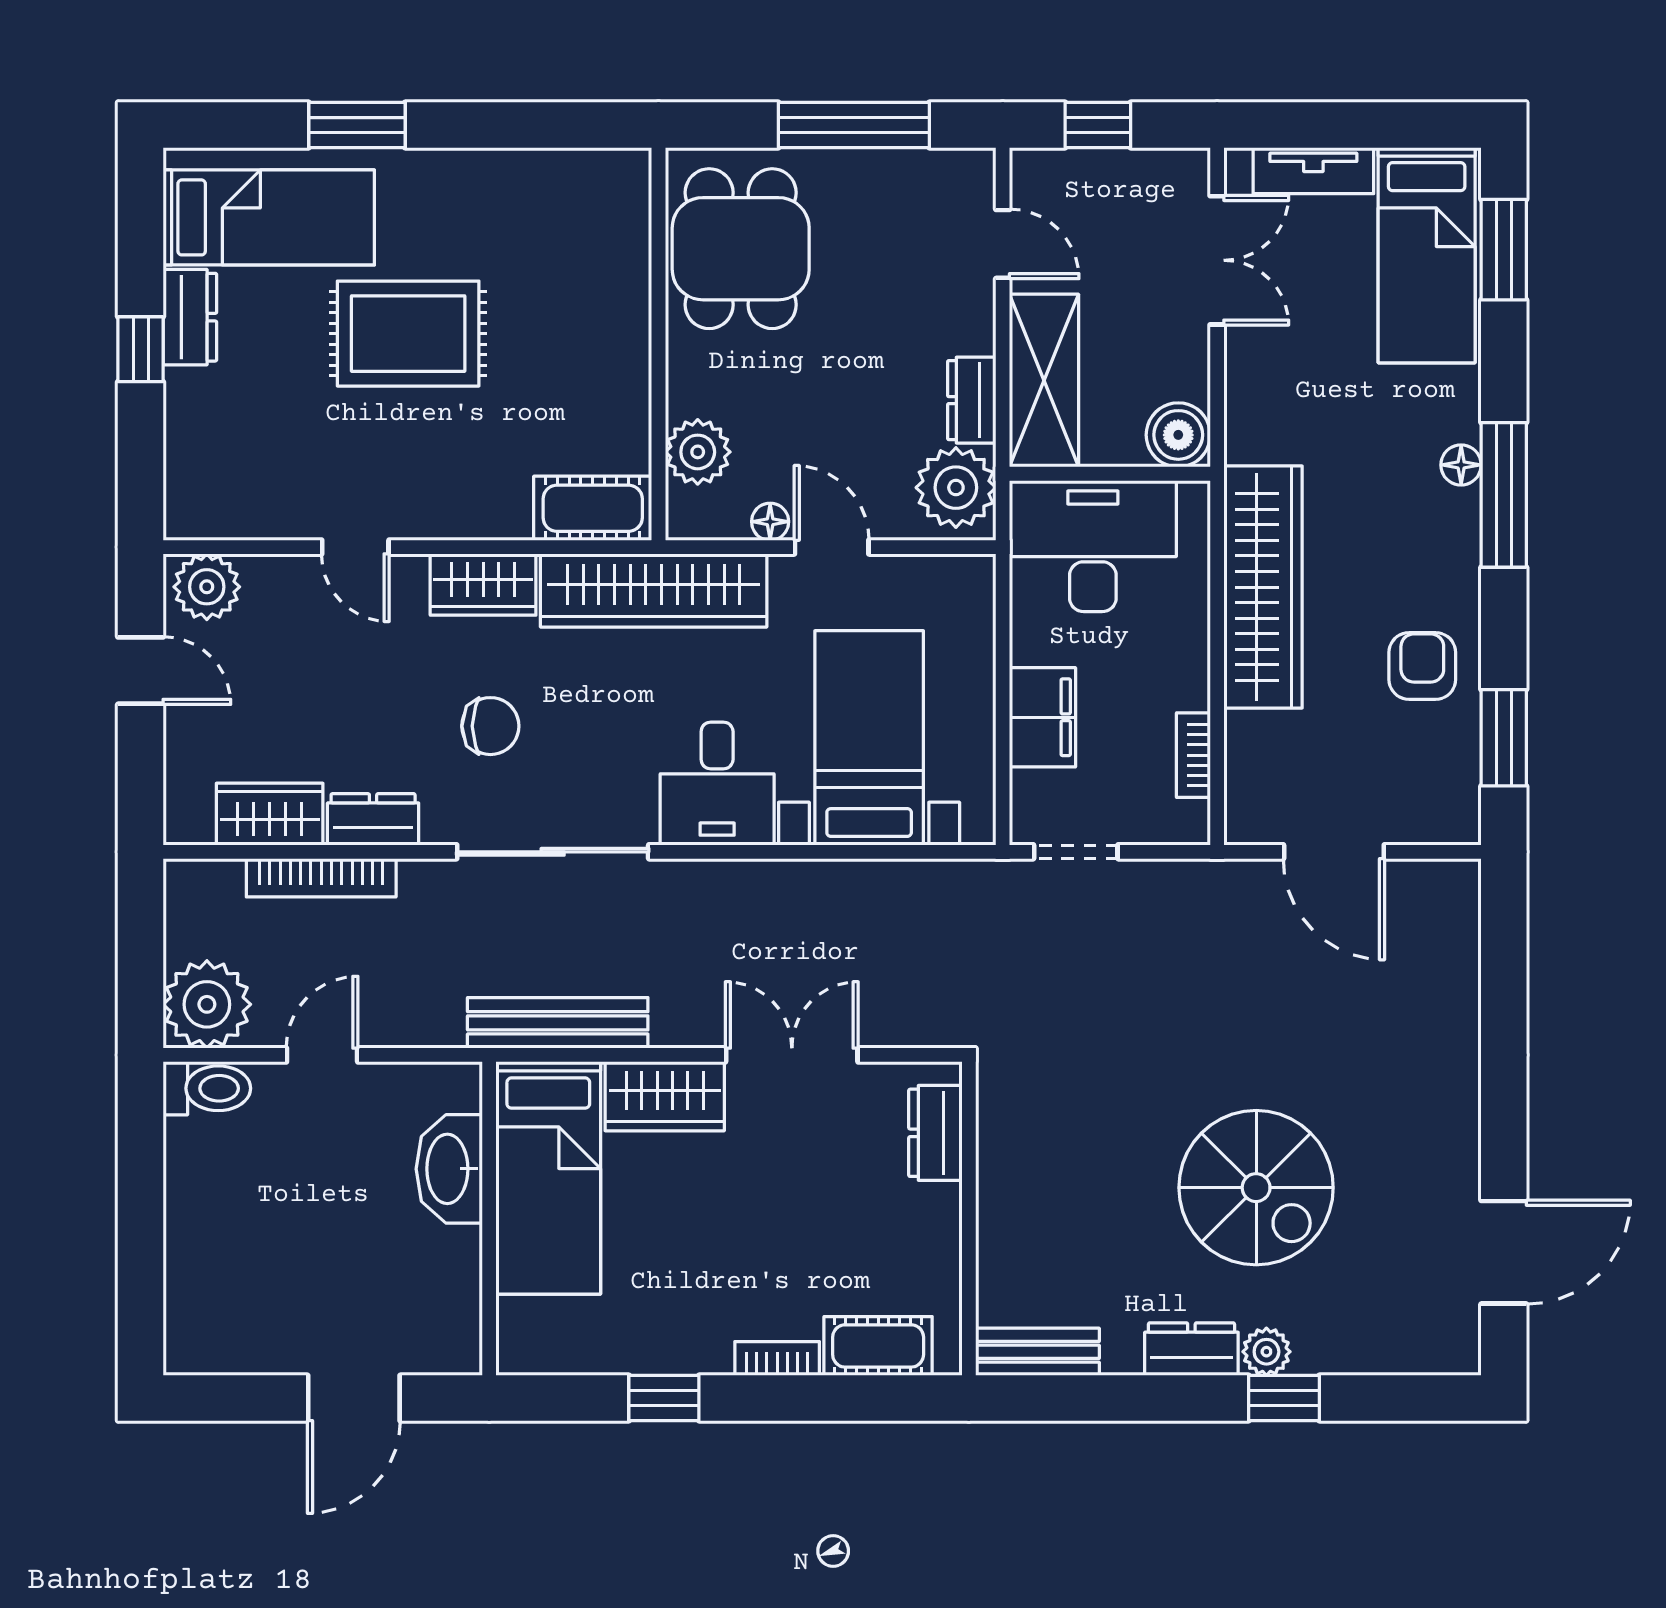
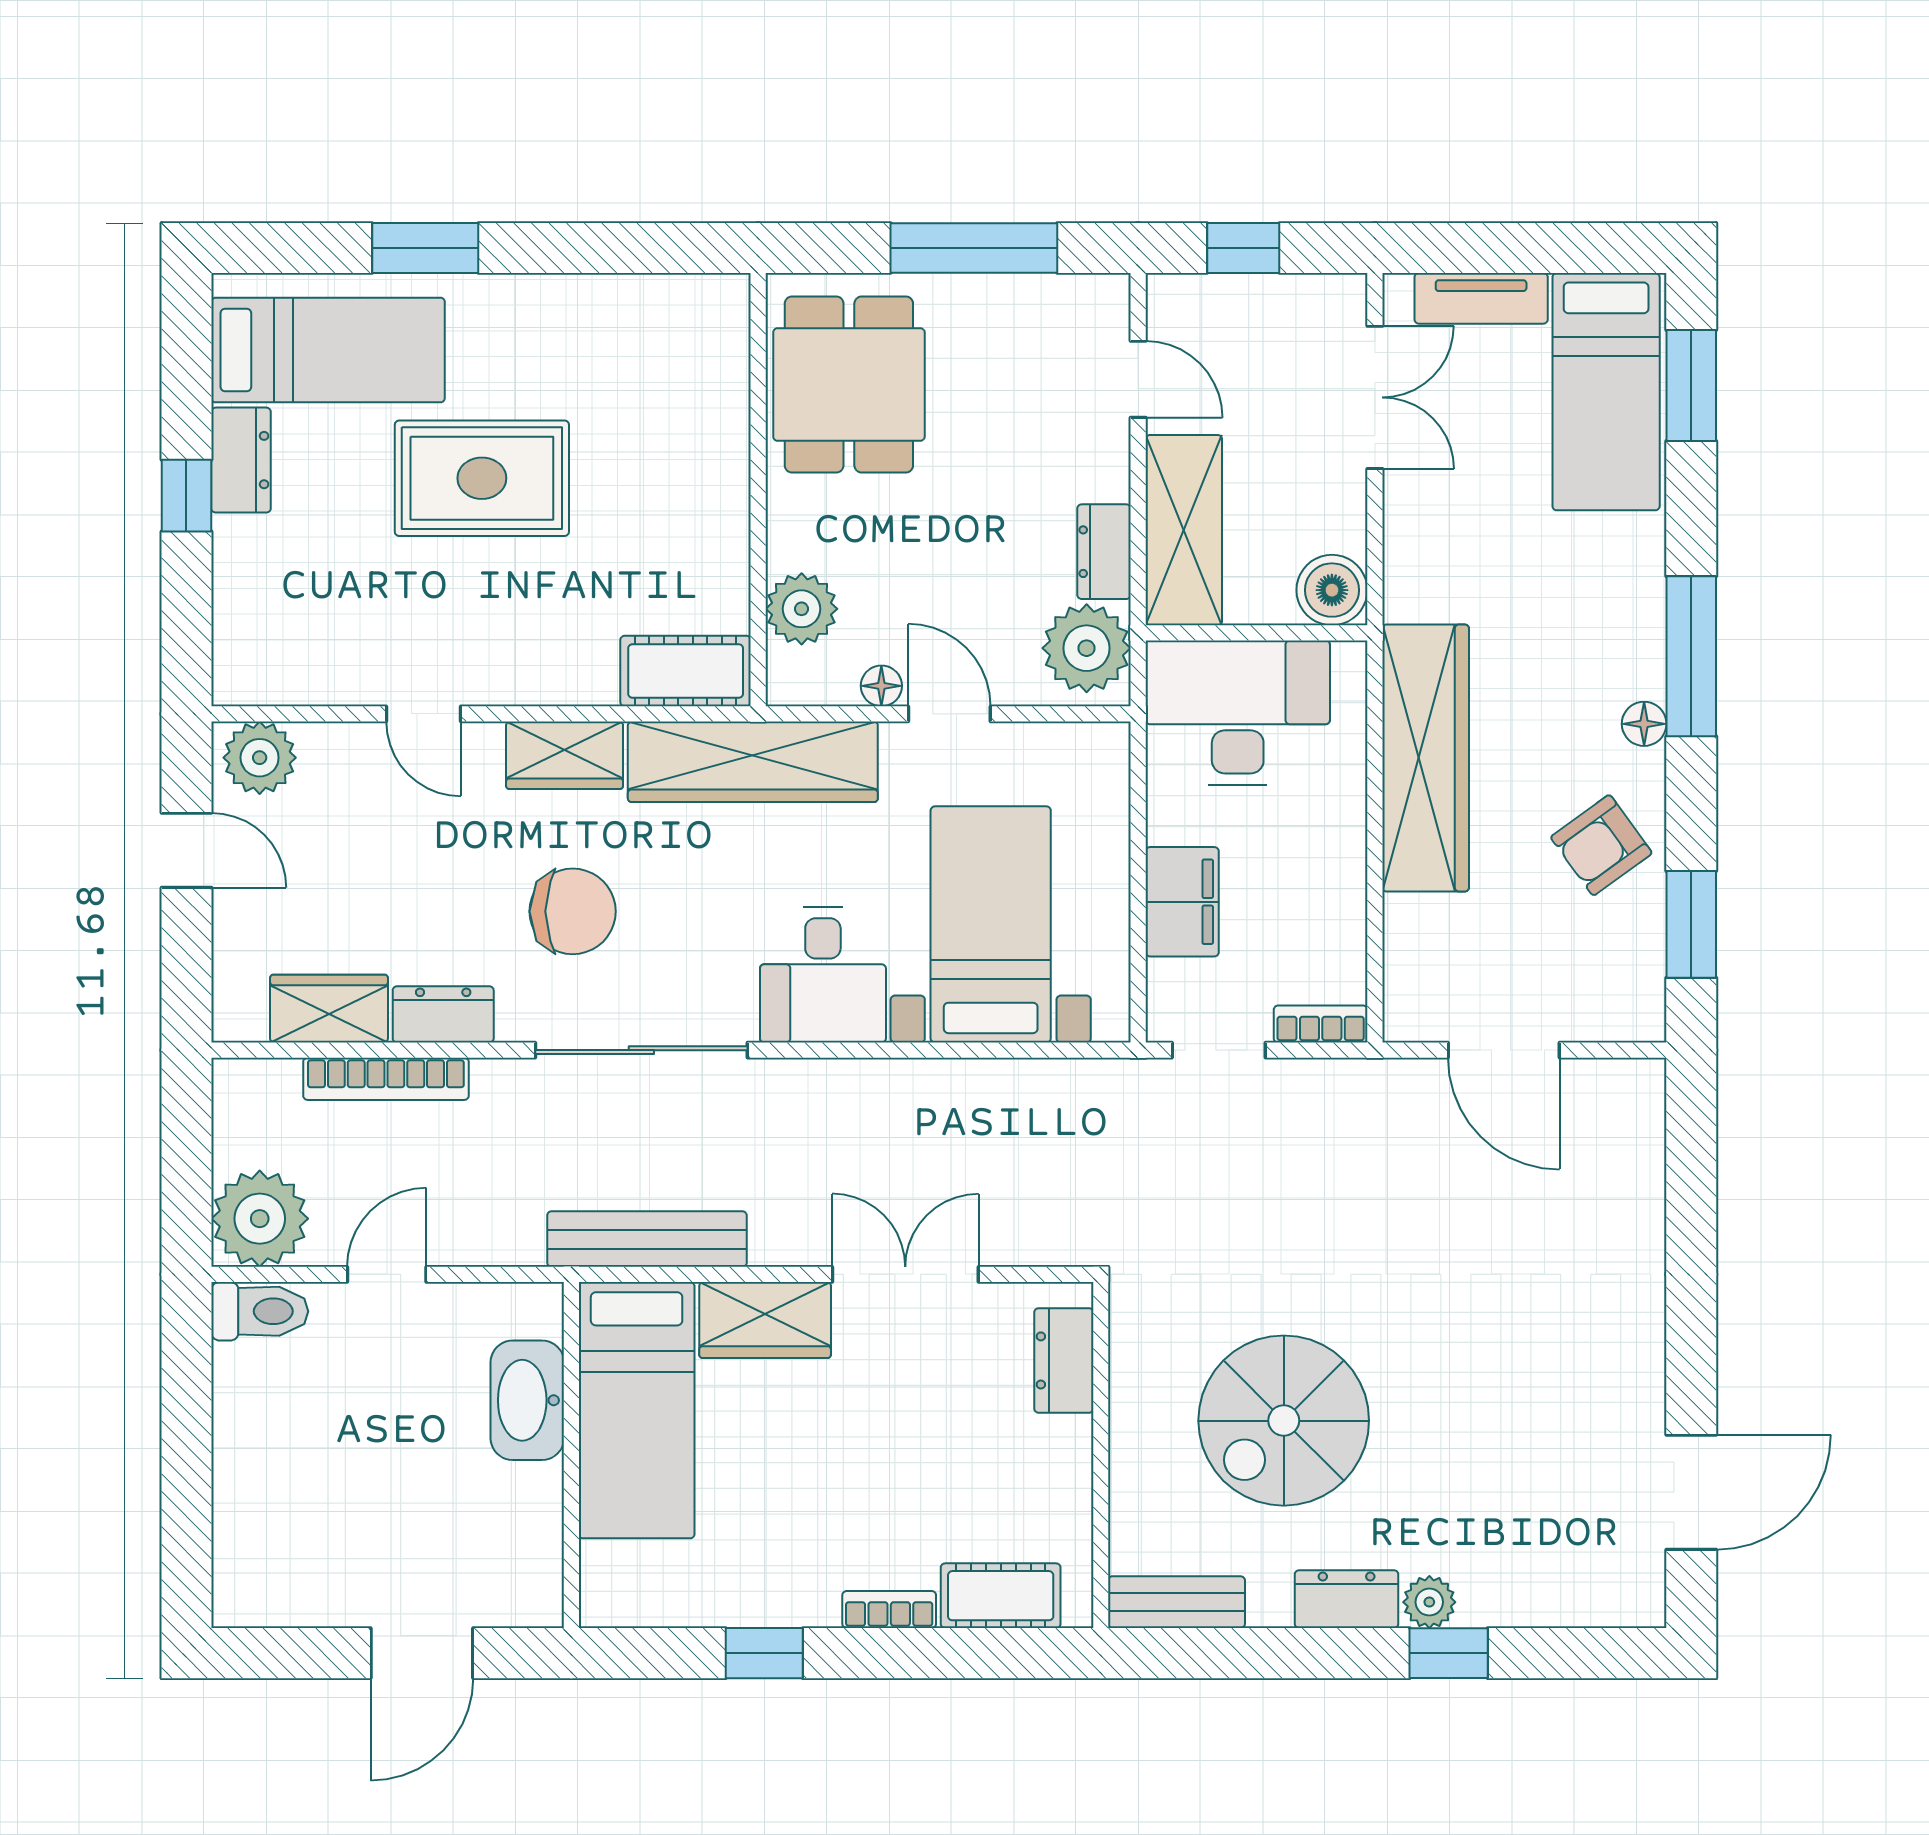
floor lamp: (1461, 465) -> (1644, 724), moved
armchair: (1422, 666) -> (1601, 845), turned -126
chair: (490, 726) -> (573, 911), width x1.37, depth x1.37
bookcase: (1193, 755) -> (1321, 1024), moved, turned 90
spiral stairs: (1256, 1188) -> (1284, 1421), moved, turned 90

